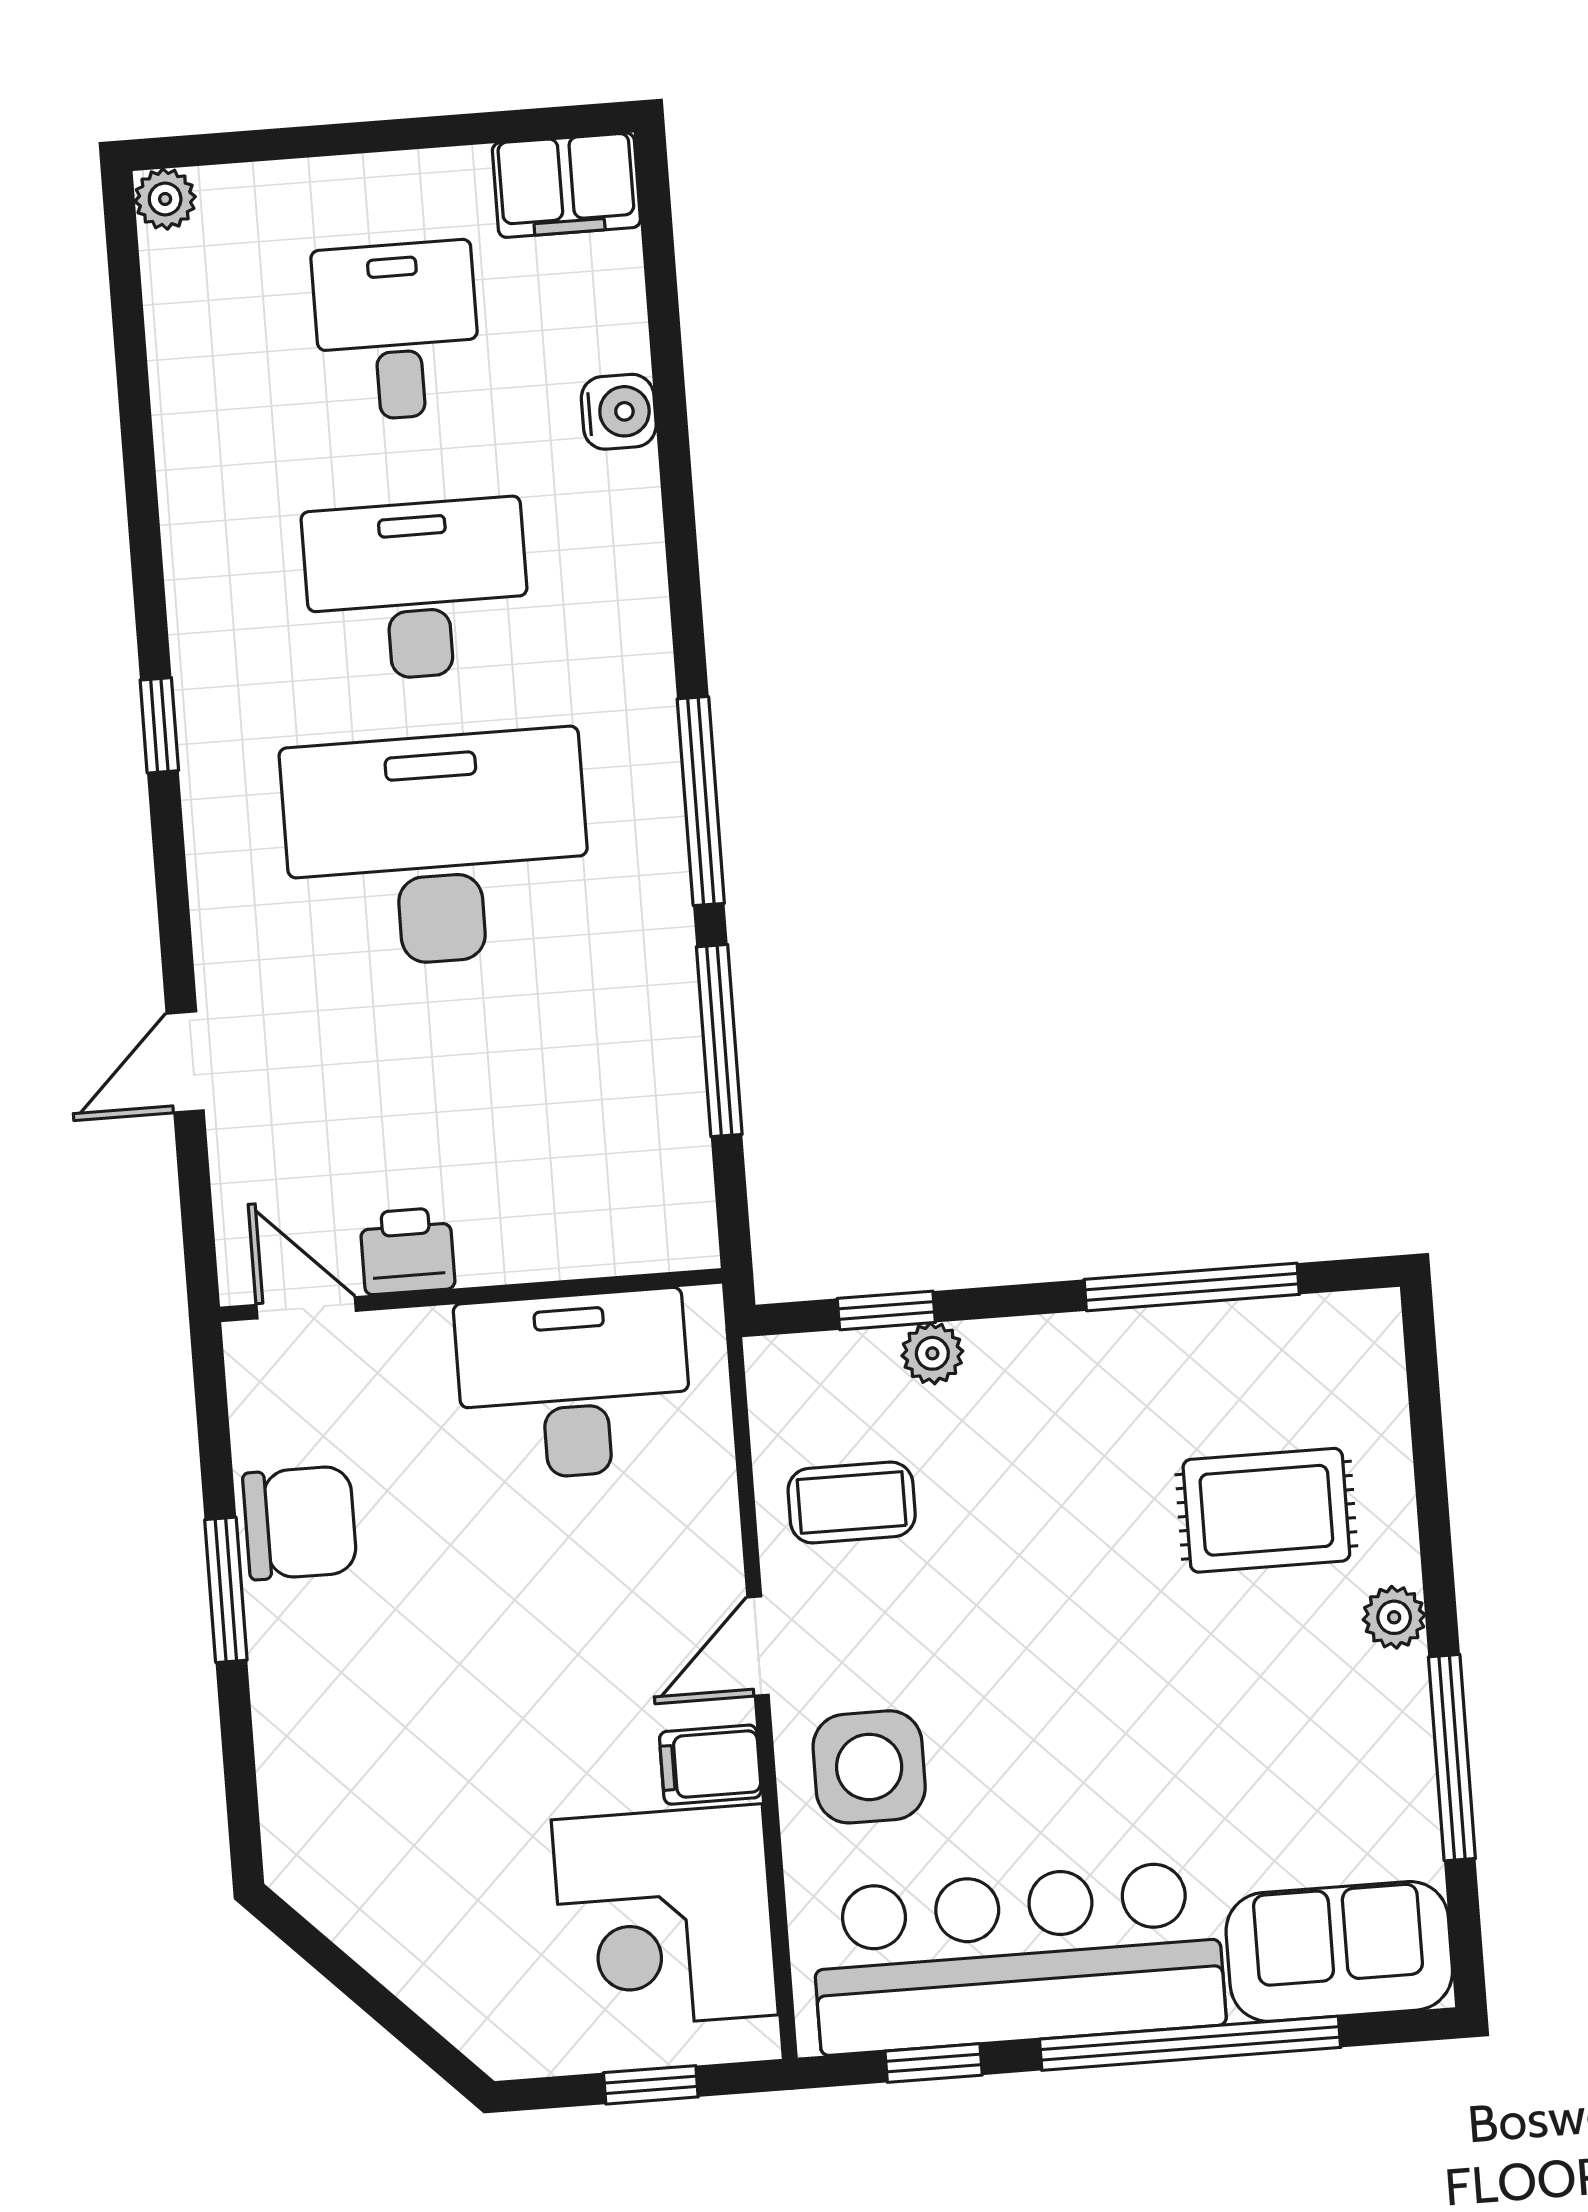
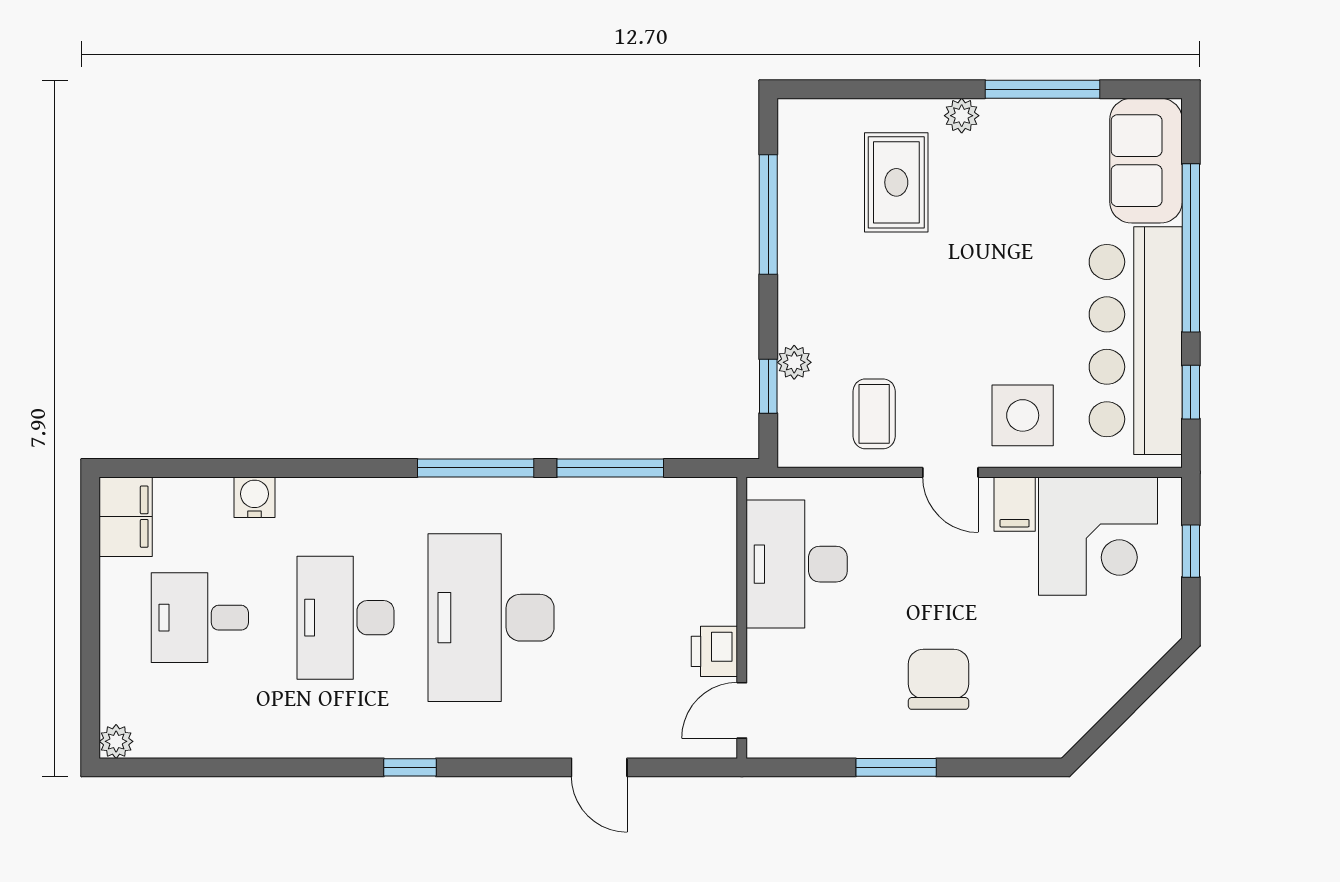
chair: (300, 1523) -> (938, 679), moved

